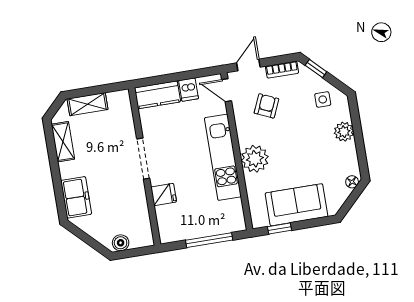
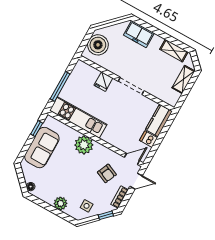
door: (248, 65) -> (136, 181), hinge flipped
kitchen unit: (223, 157) -> (78, 118), moved
boiler: (121, 243) -> (98, 45), width x1.86, depth x1.86

